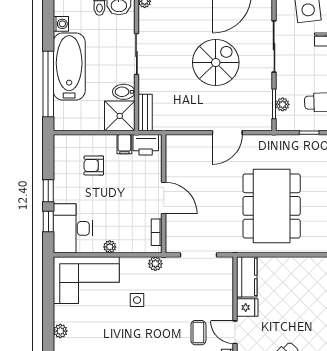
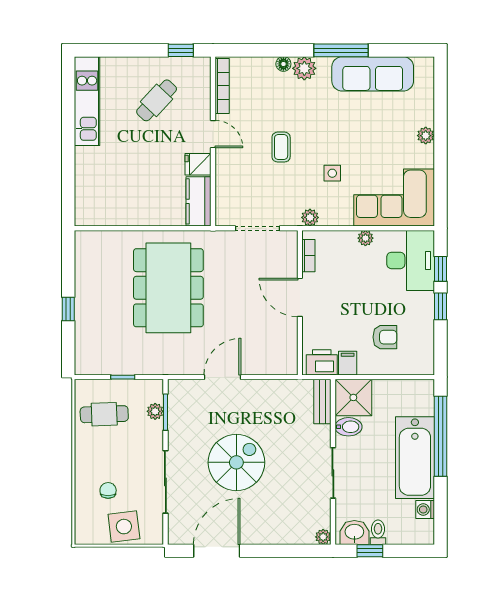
spiral stairs: (216, 63) -> (236, 462), turned 180
coffee table: (198, 333) -> (281, 147), moved

